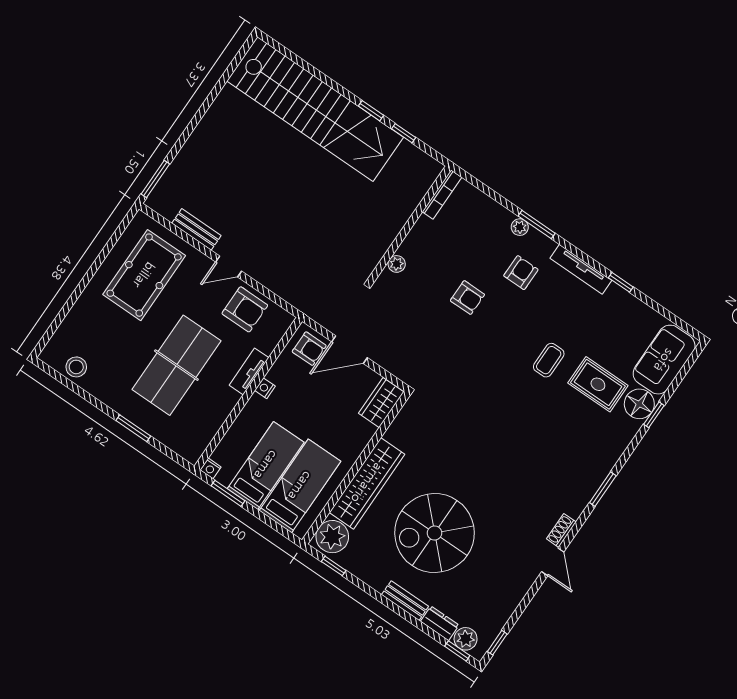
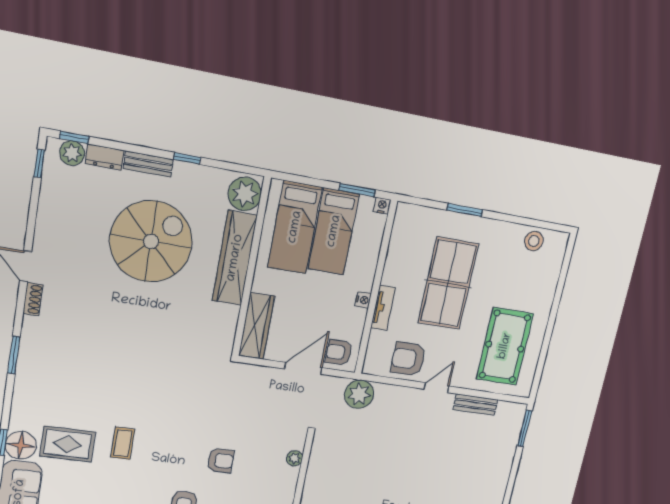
plant: (307, 298) -> (359, 394), added
armchair: (467, 298) -> (220, 460), turned 180
wardrobe: (381, 403) -> (257, 326), width x1.50
window: (334, 566) -> (187, 158), moved

